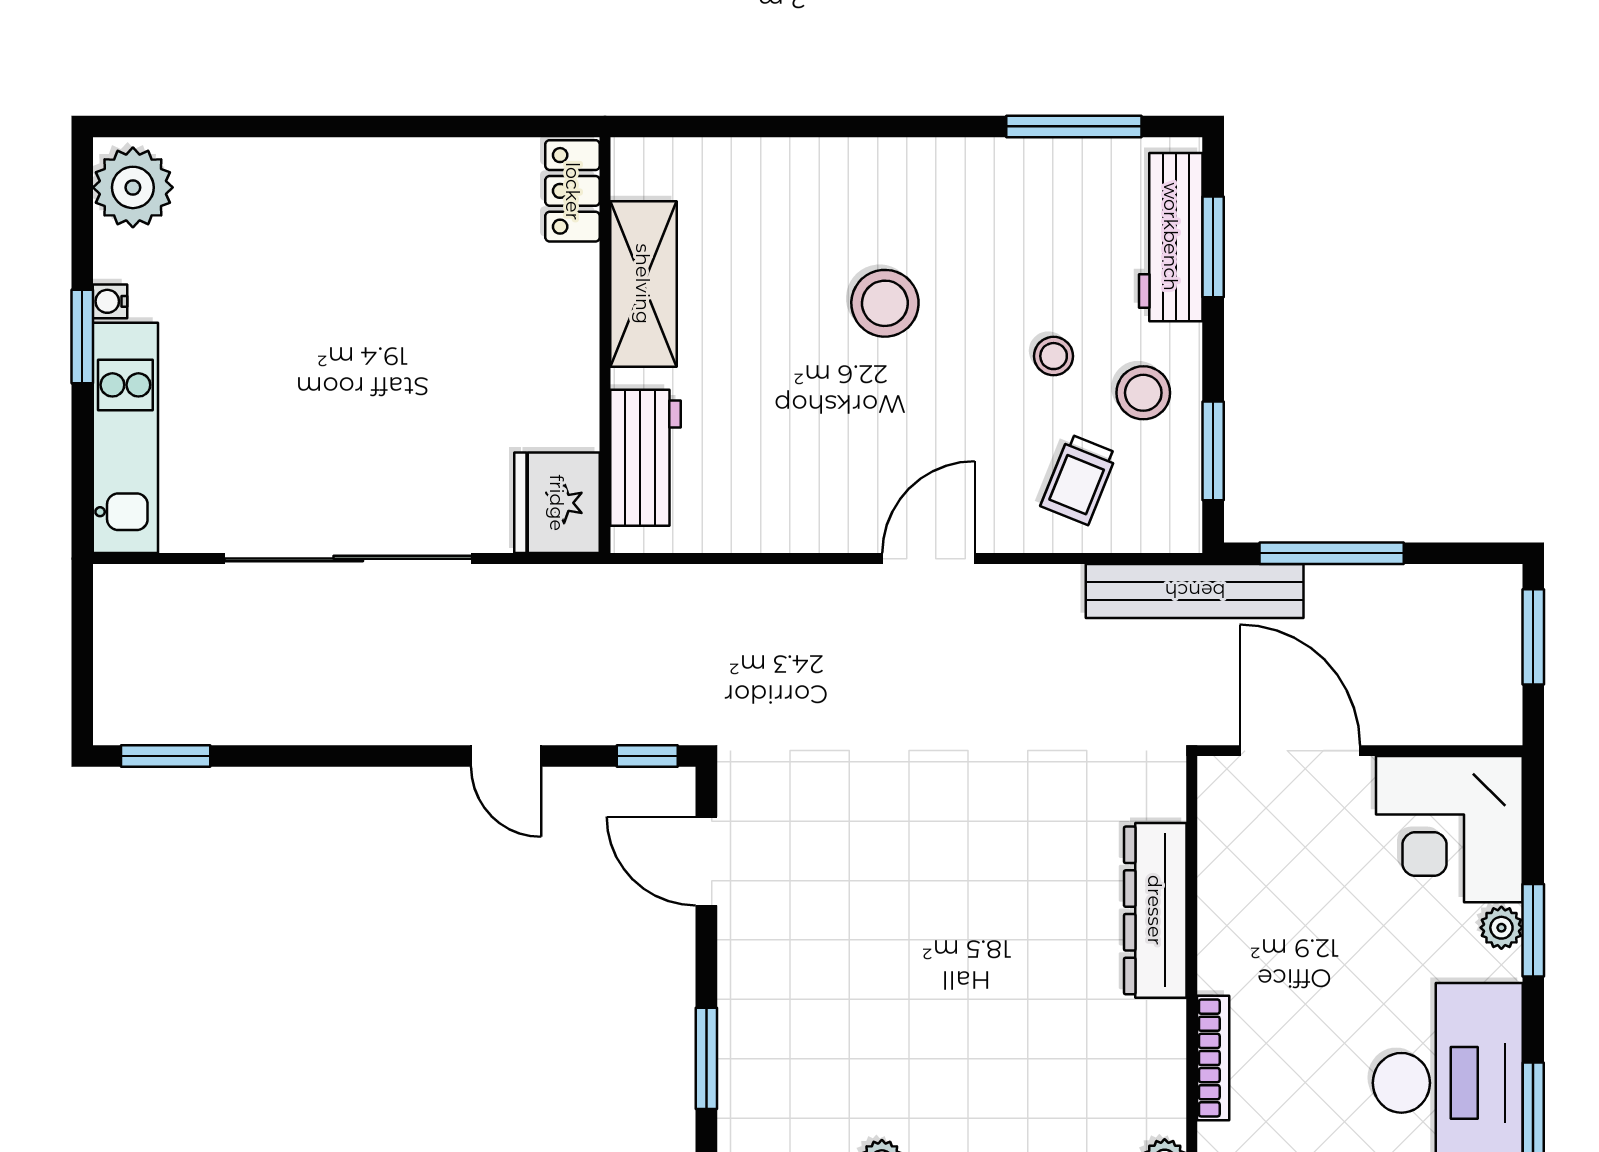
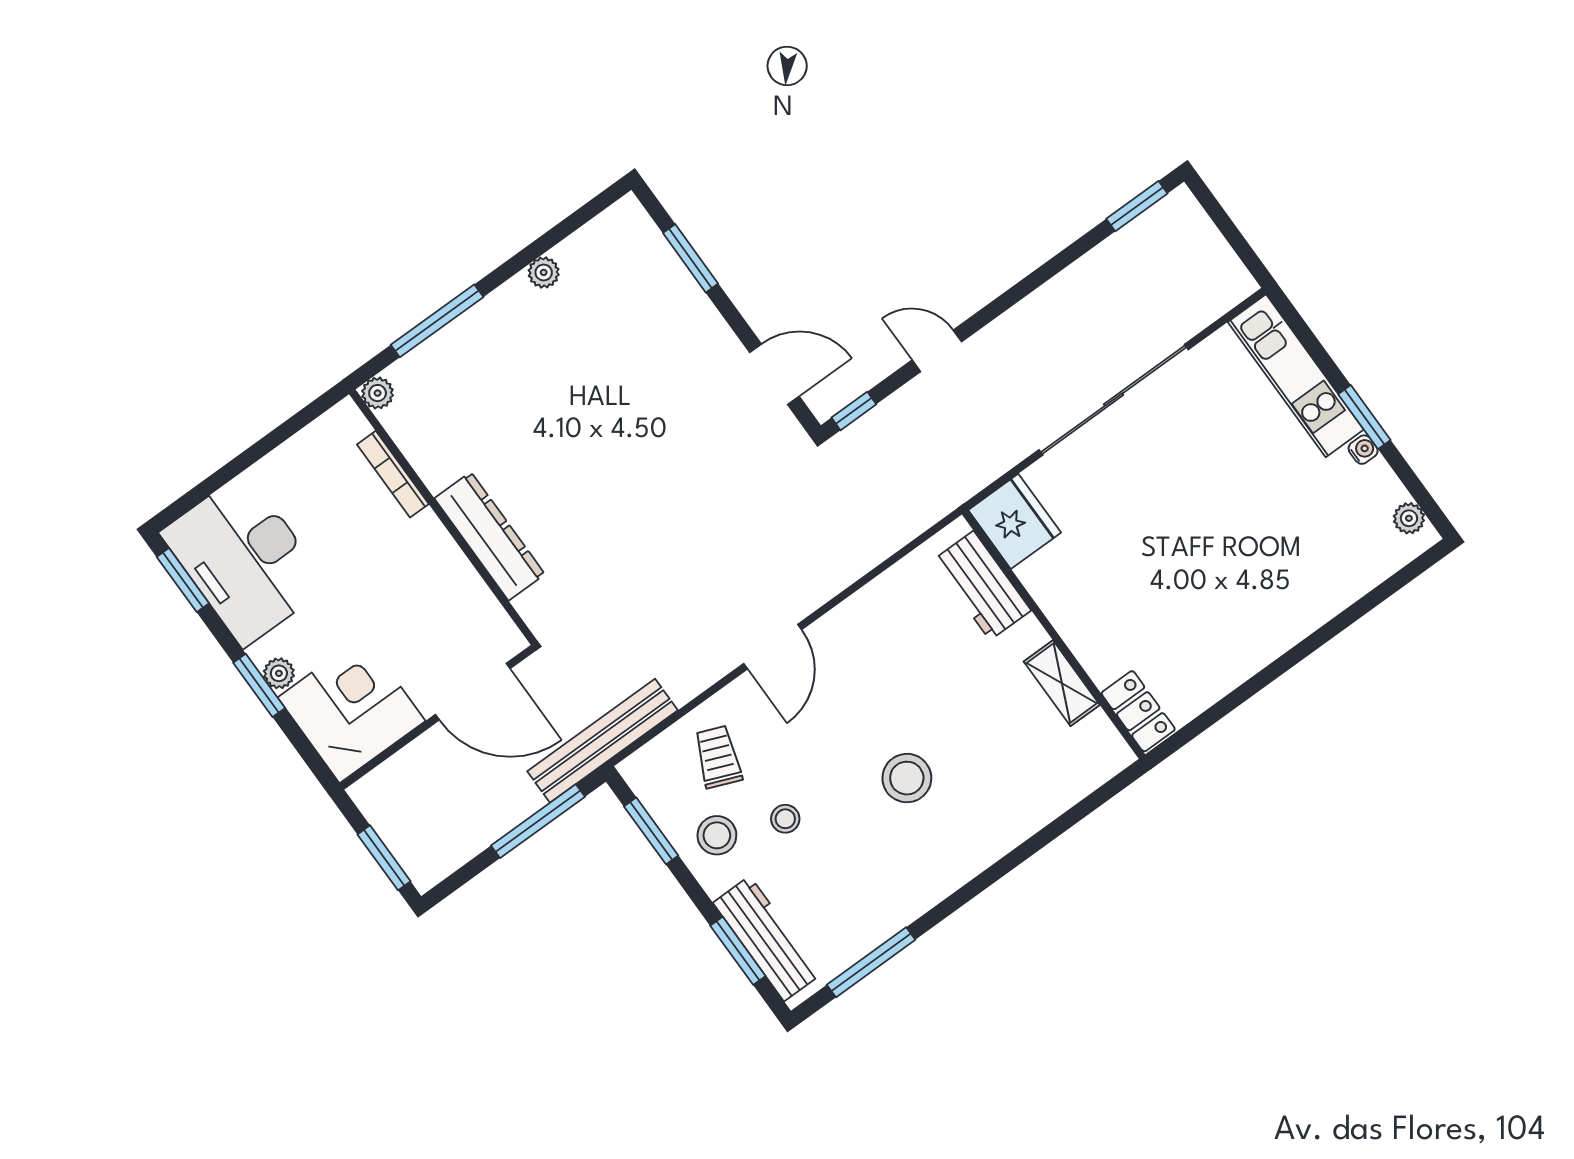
plant: (133, 187) -> (1409, 518), width x0.53, depth x0.53
shelving: (643, 284) -> (1062, 683), width x0.67, depth x0.75

